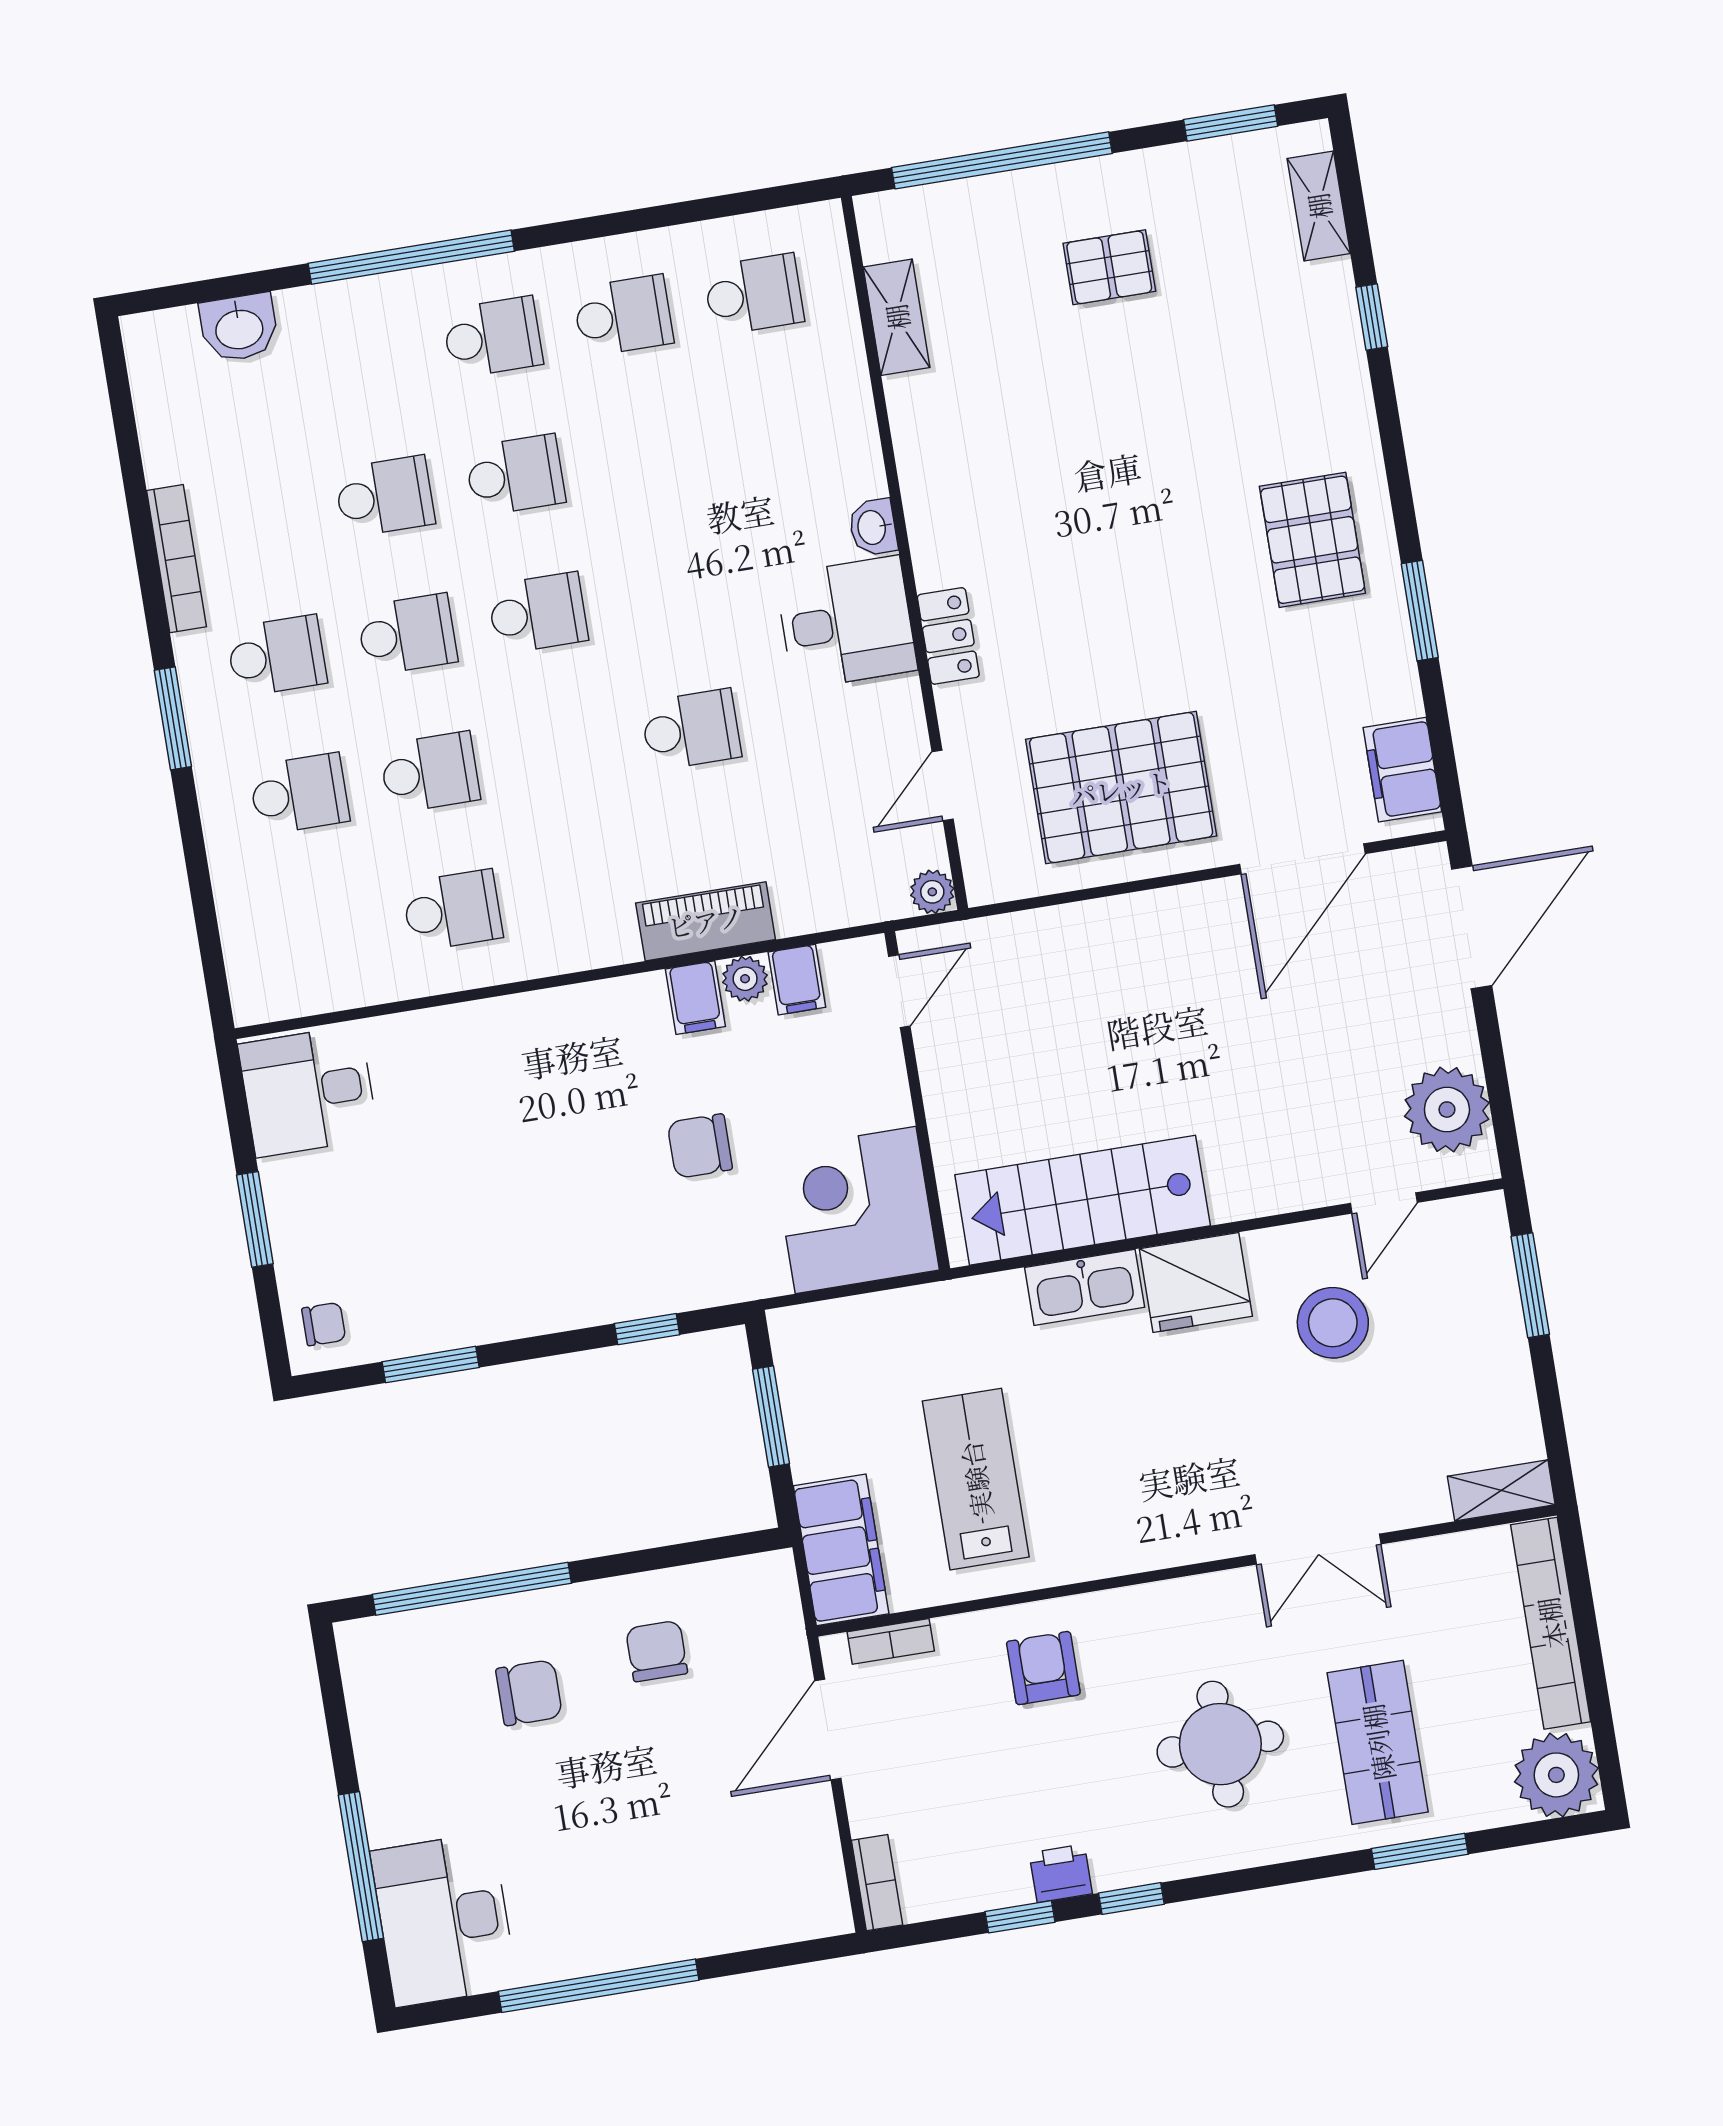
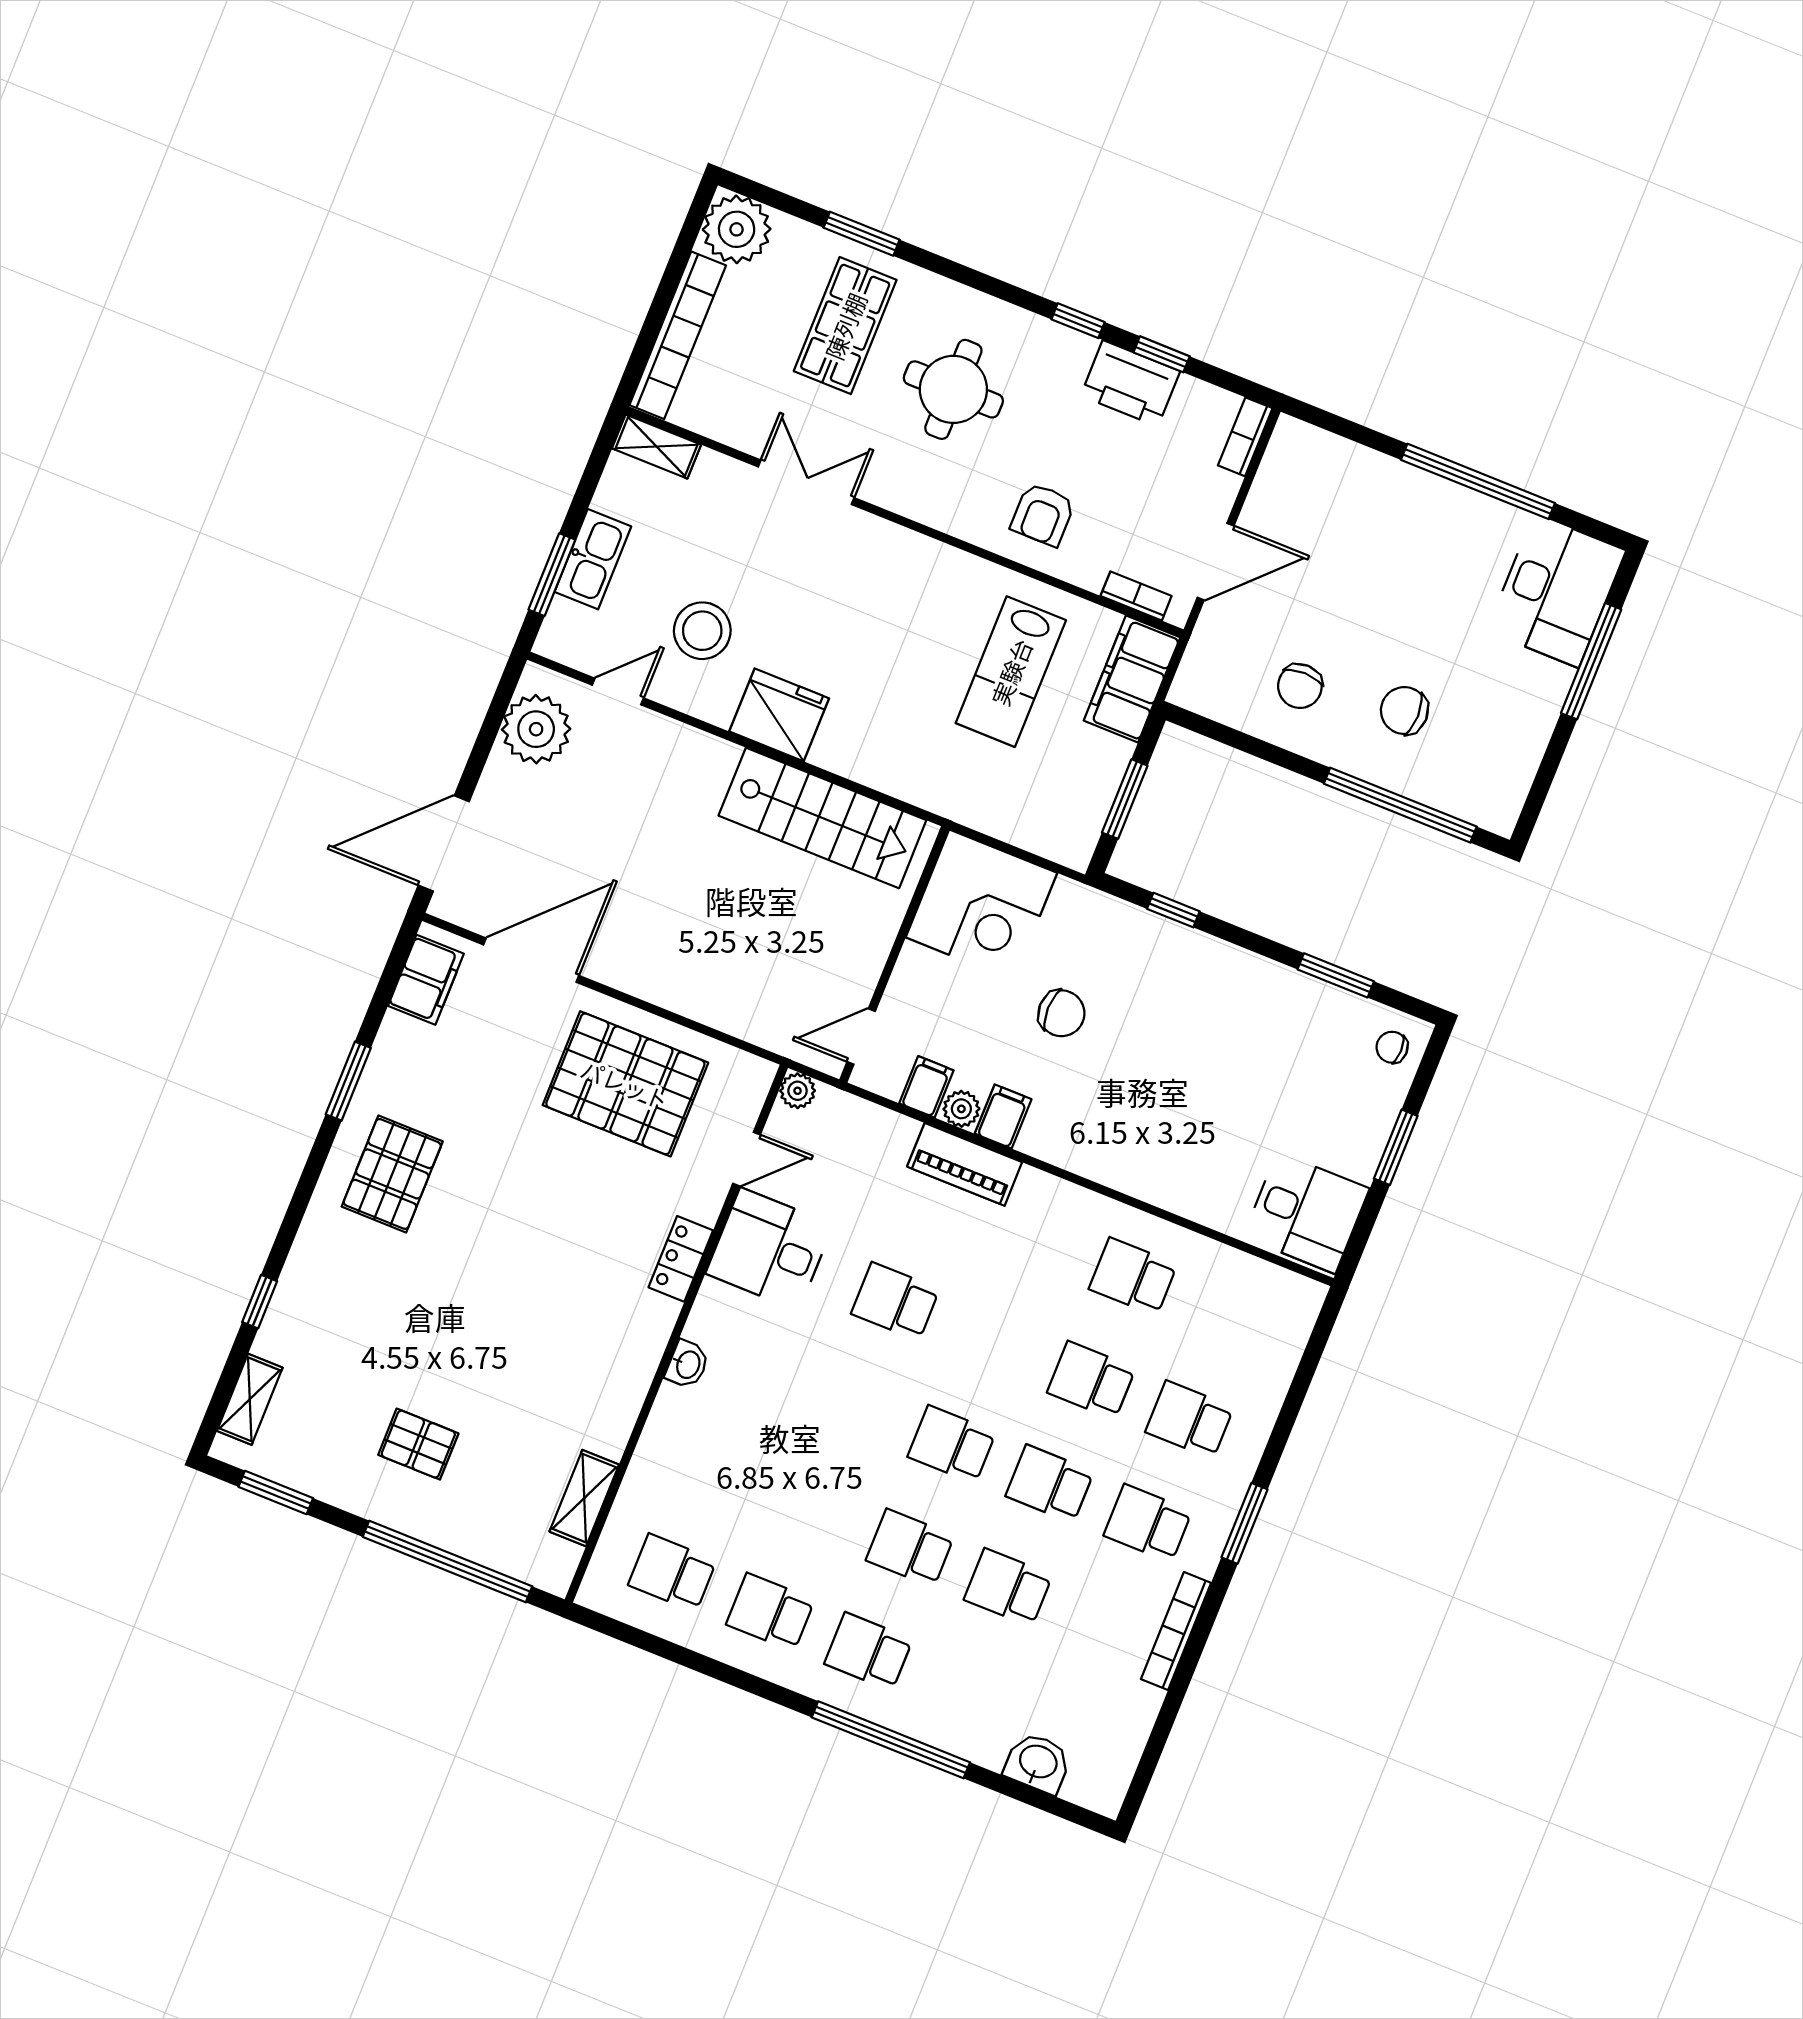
desk: (846, 623) -> (769, 1249), moved
kitchen sink: (1085, 1287) -> (593, 559), moved, turned 90
printer: (1061, 1873) -> (1130, 383), width x1.87, depth x1.48

